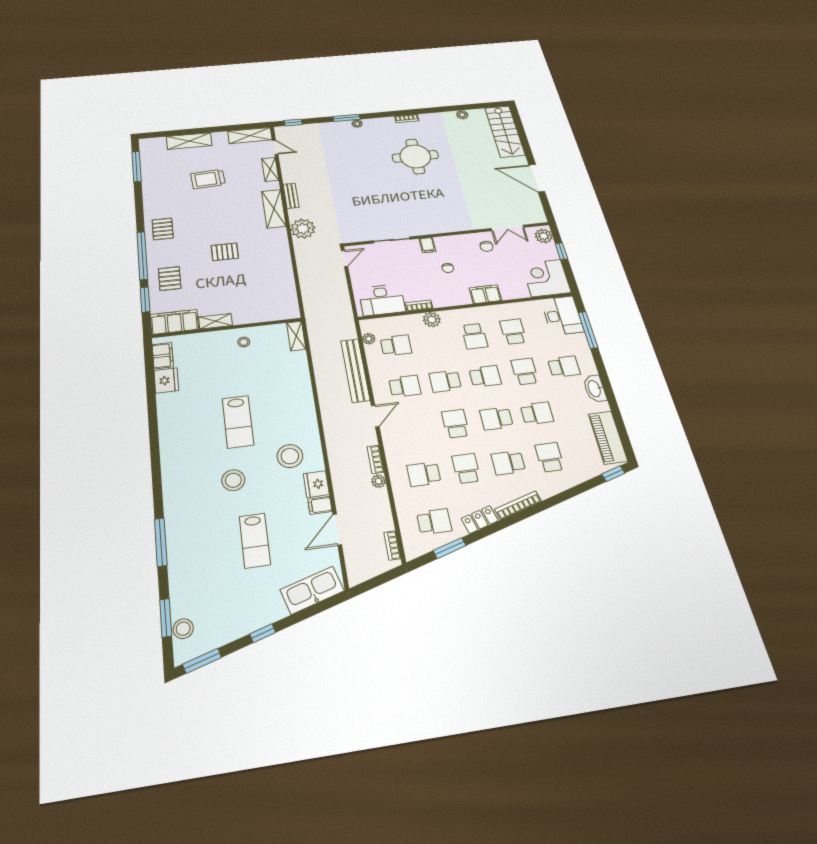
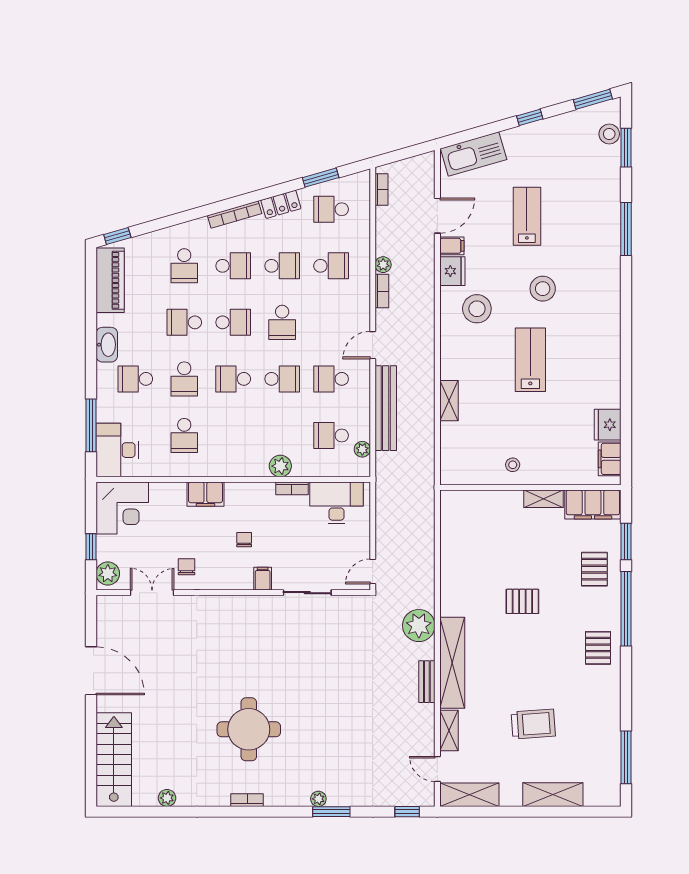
shelving: (274, 209) -> (452, 663), width x1.47
shelving: (296, 336) -> (449, 401), moved
school desk: (474, 336) -> (233, 435), removed
school desk: (466, 468) -> (282, 266), turned -90

